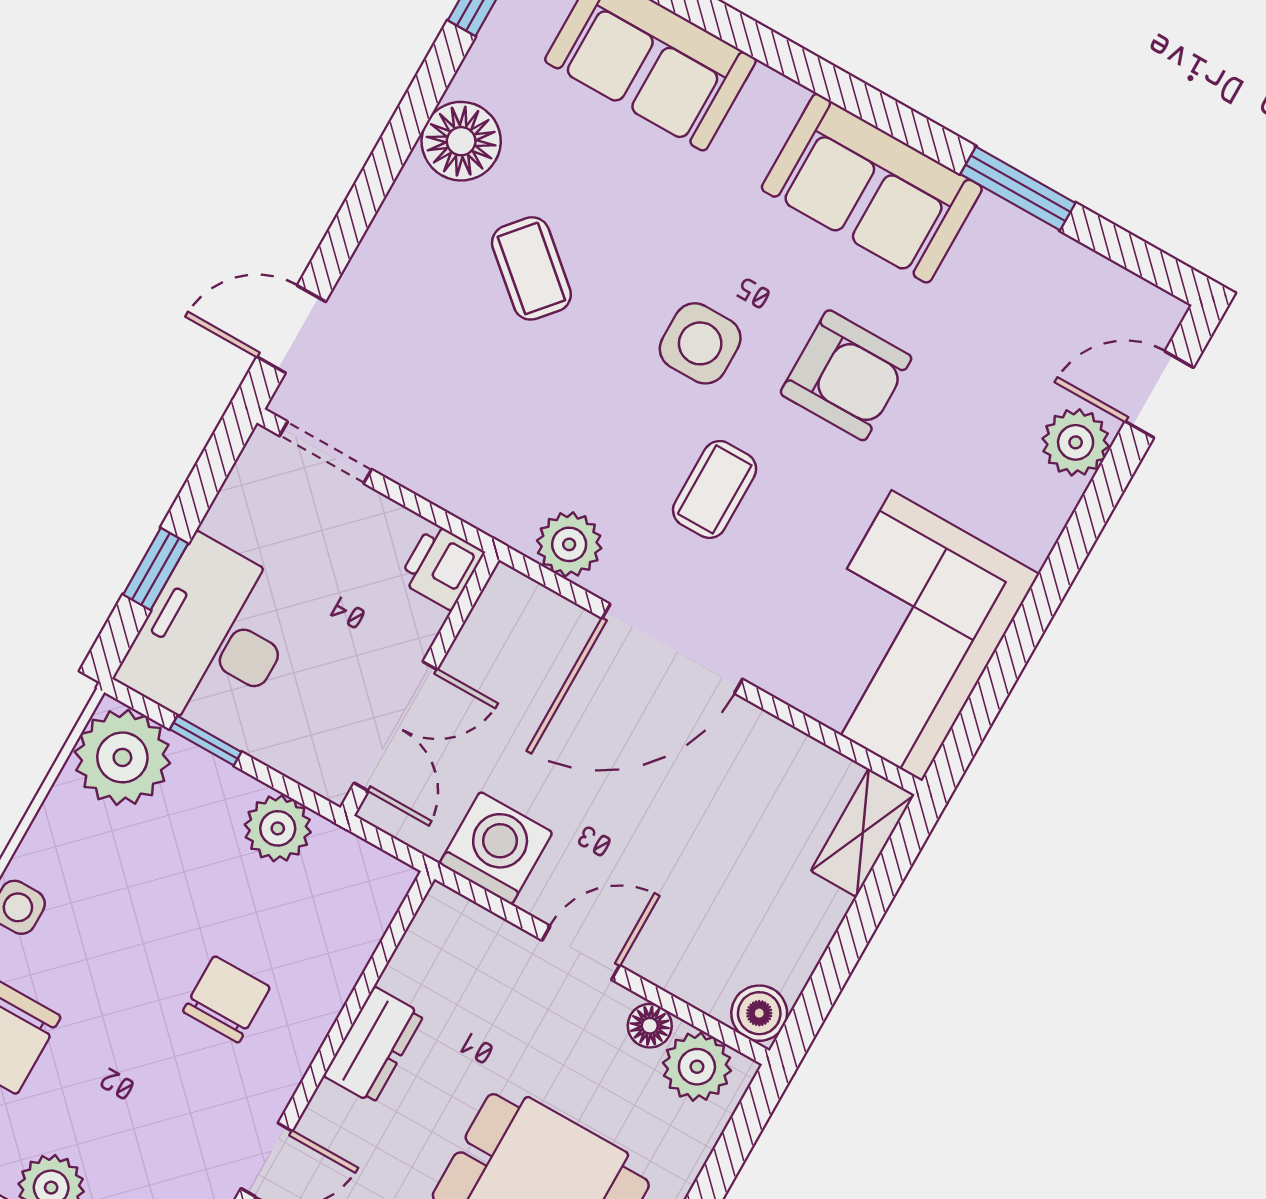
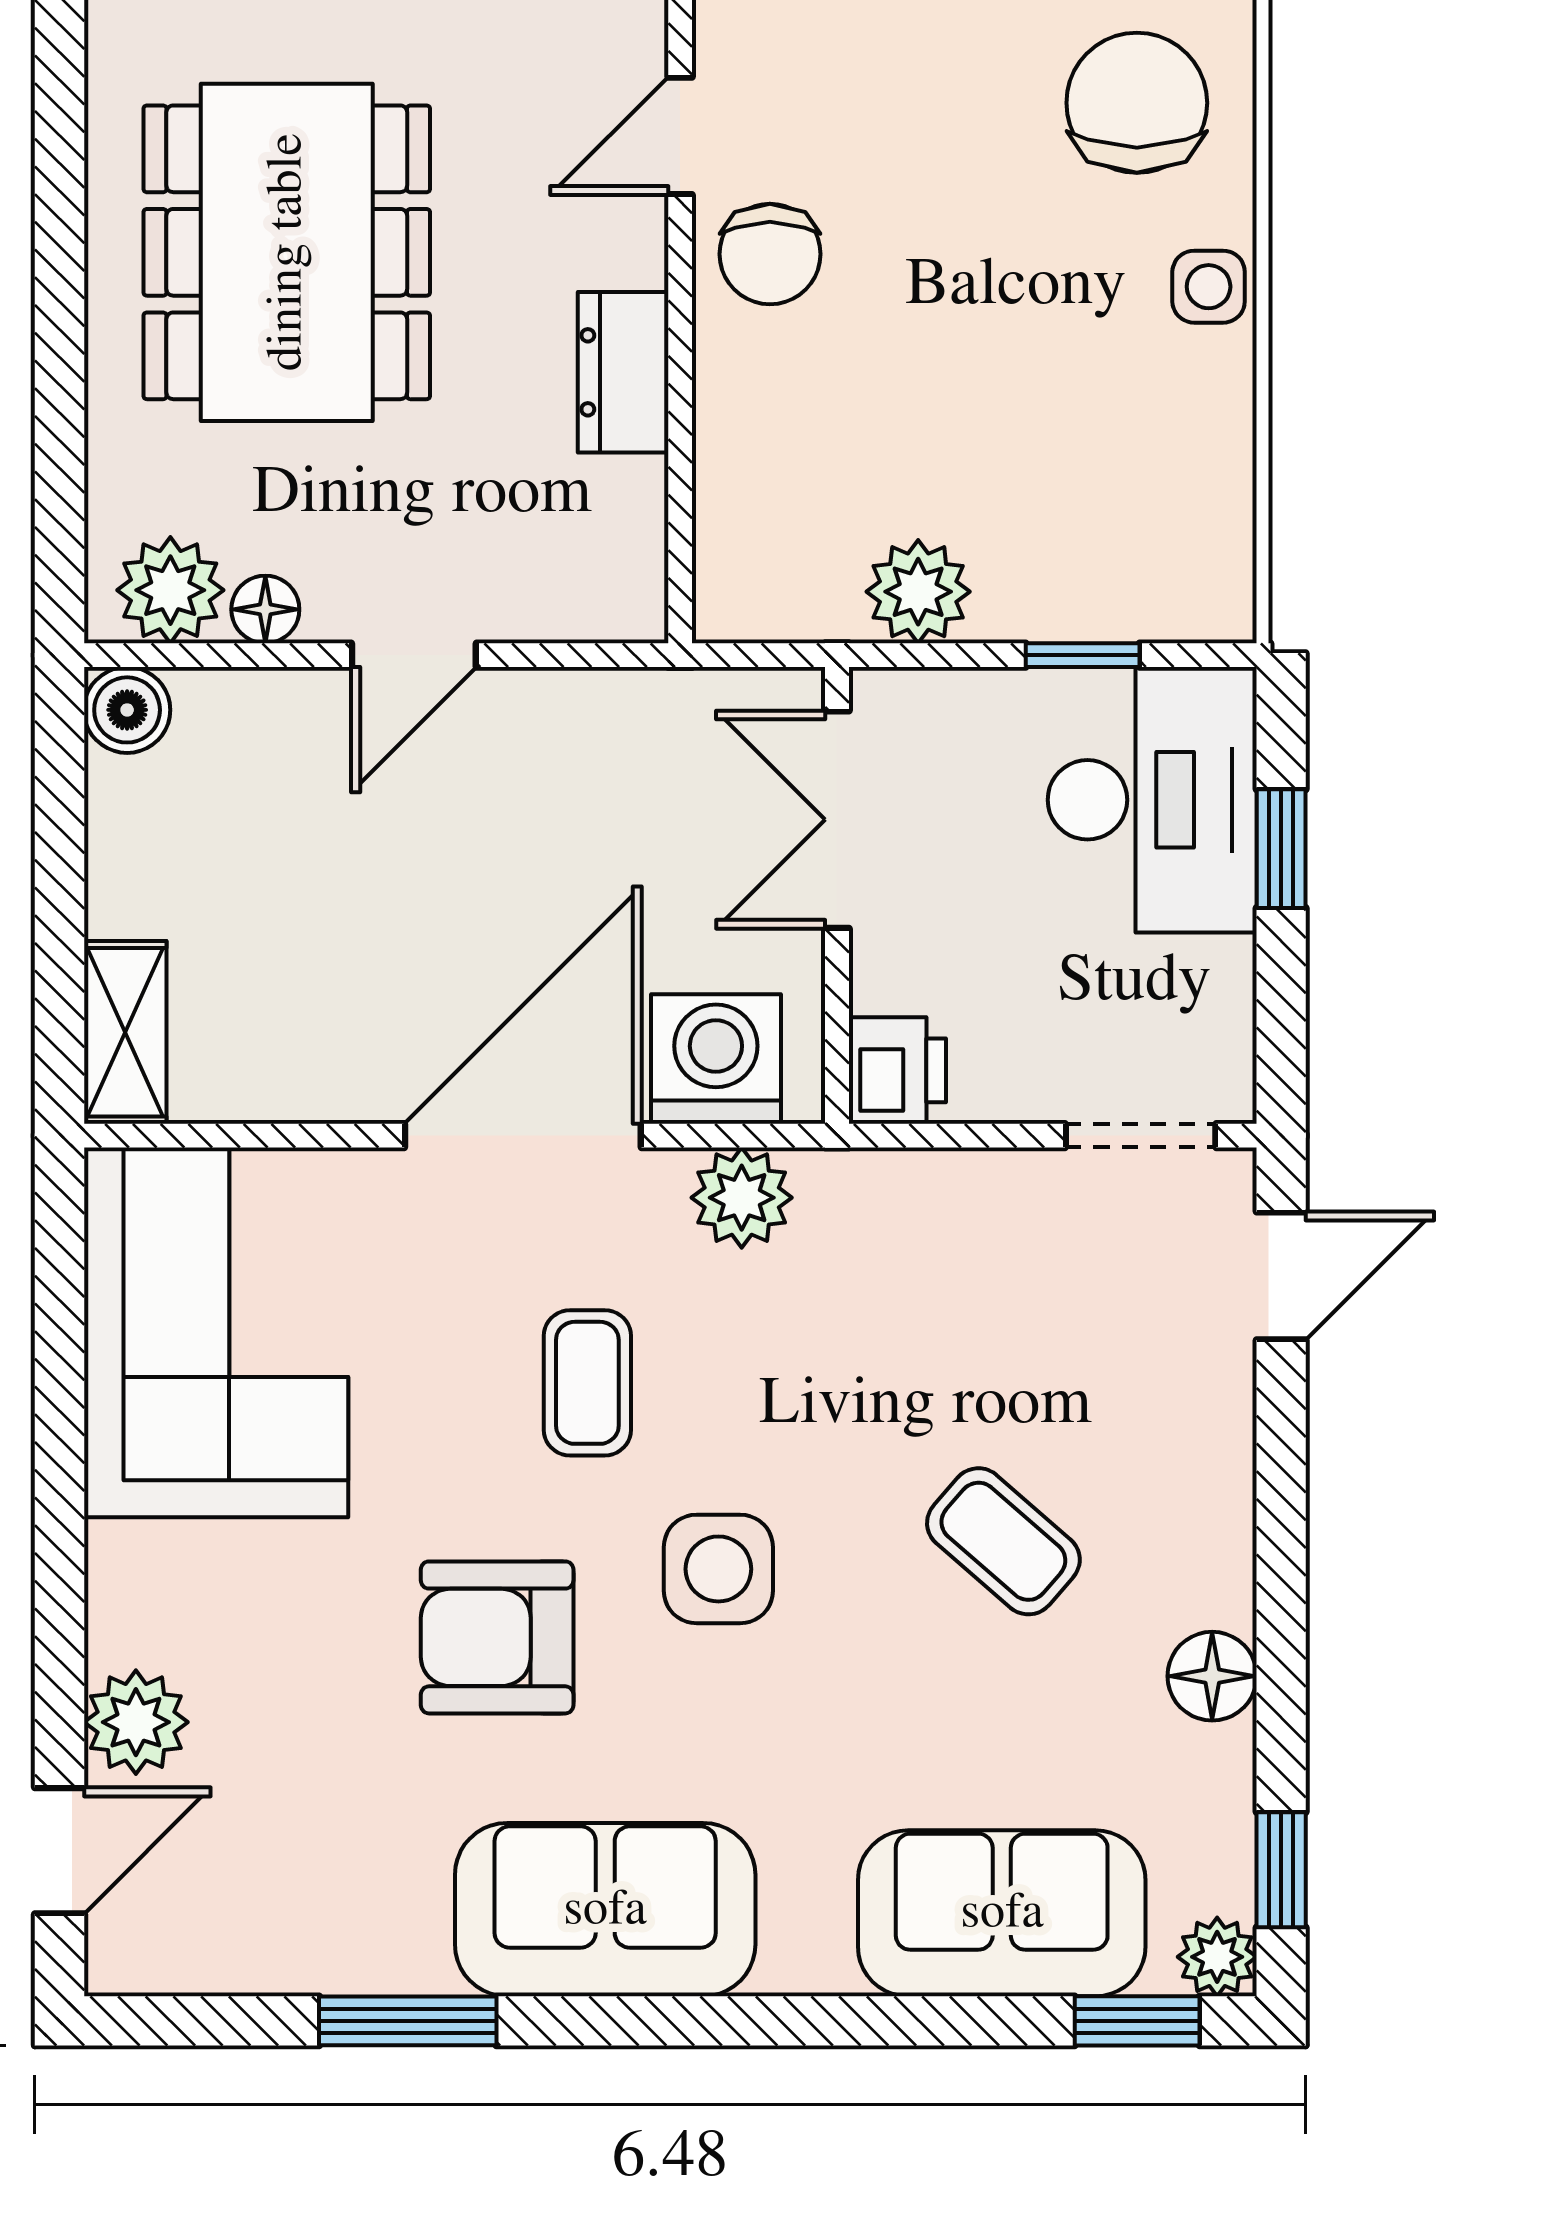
floor lamp: (461, 141) -> (1212, 1676), width x0.73, depth x0.73
plant: (122, 757) -> (1182, 569), removed
washing machine: (496, 848) -> (716, 1059), moved, turned 180
chair: (226, 999) -> (770, 254), moved

